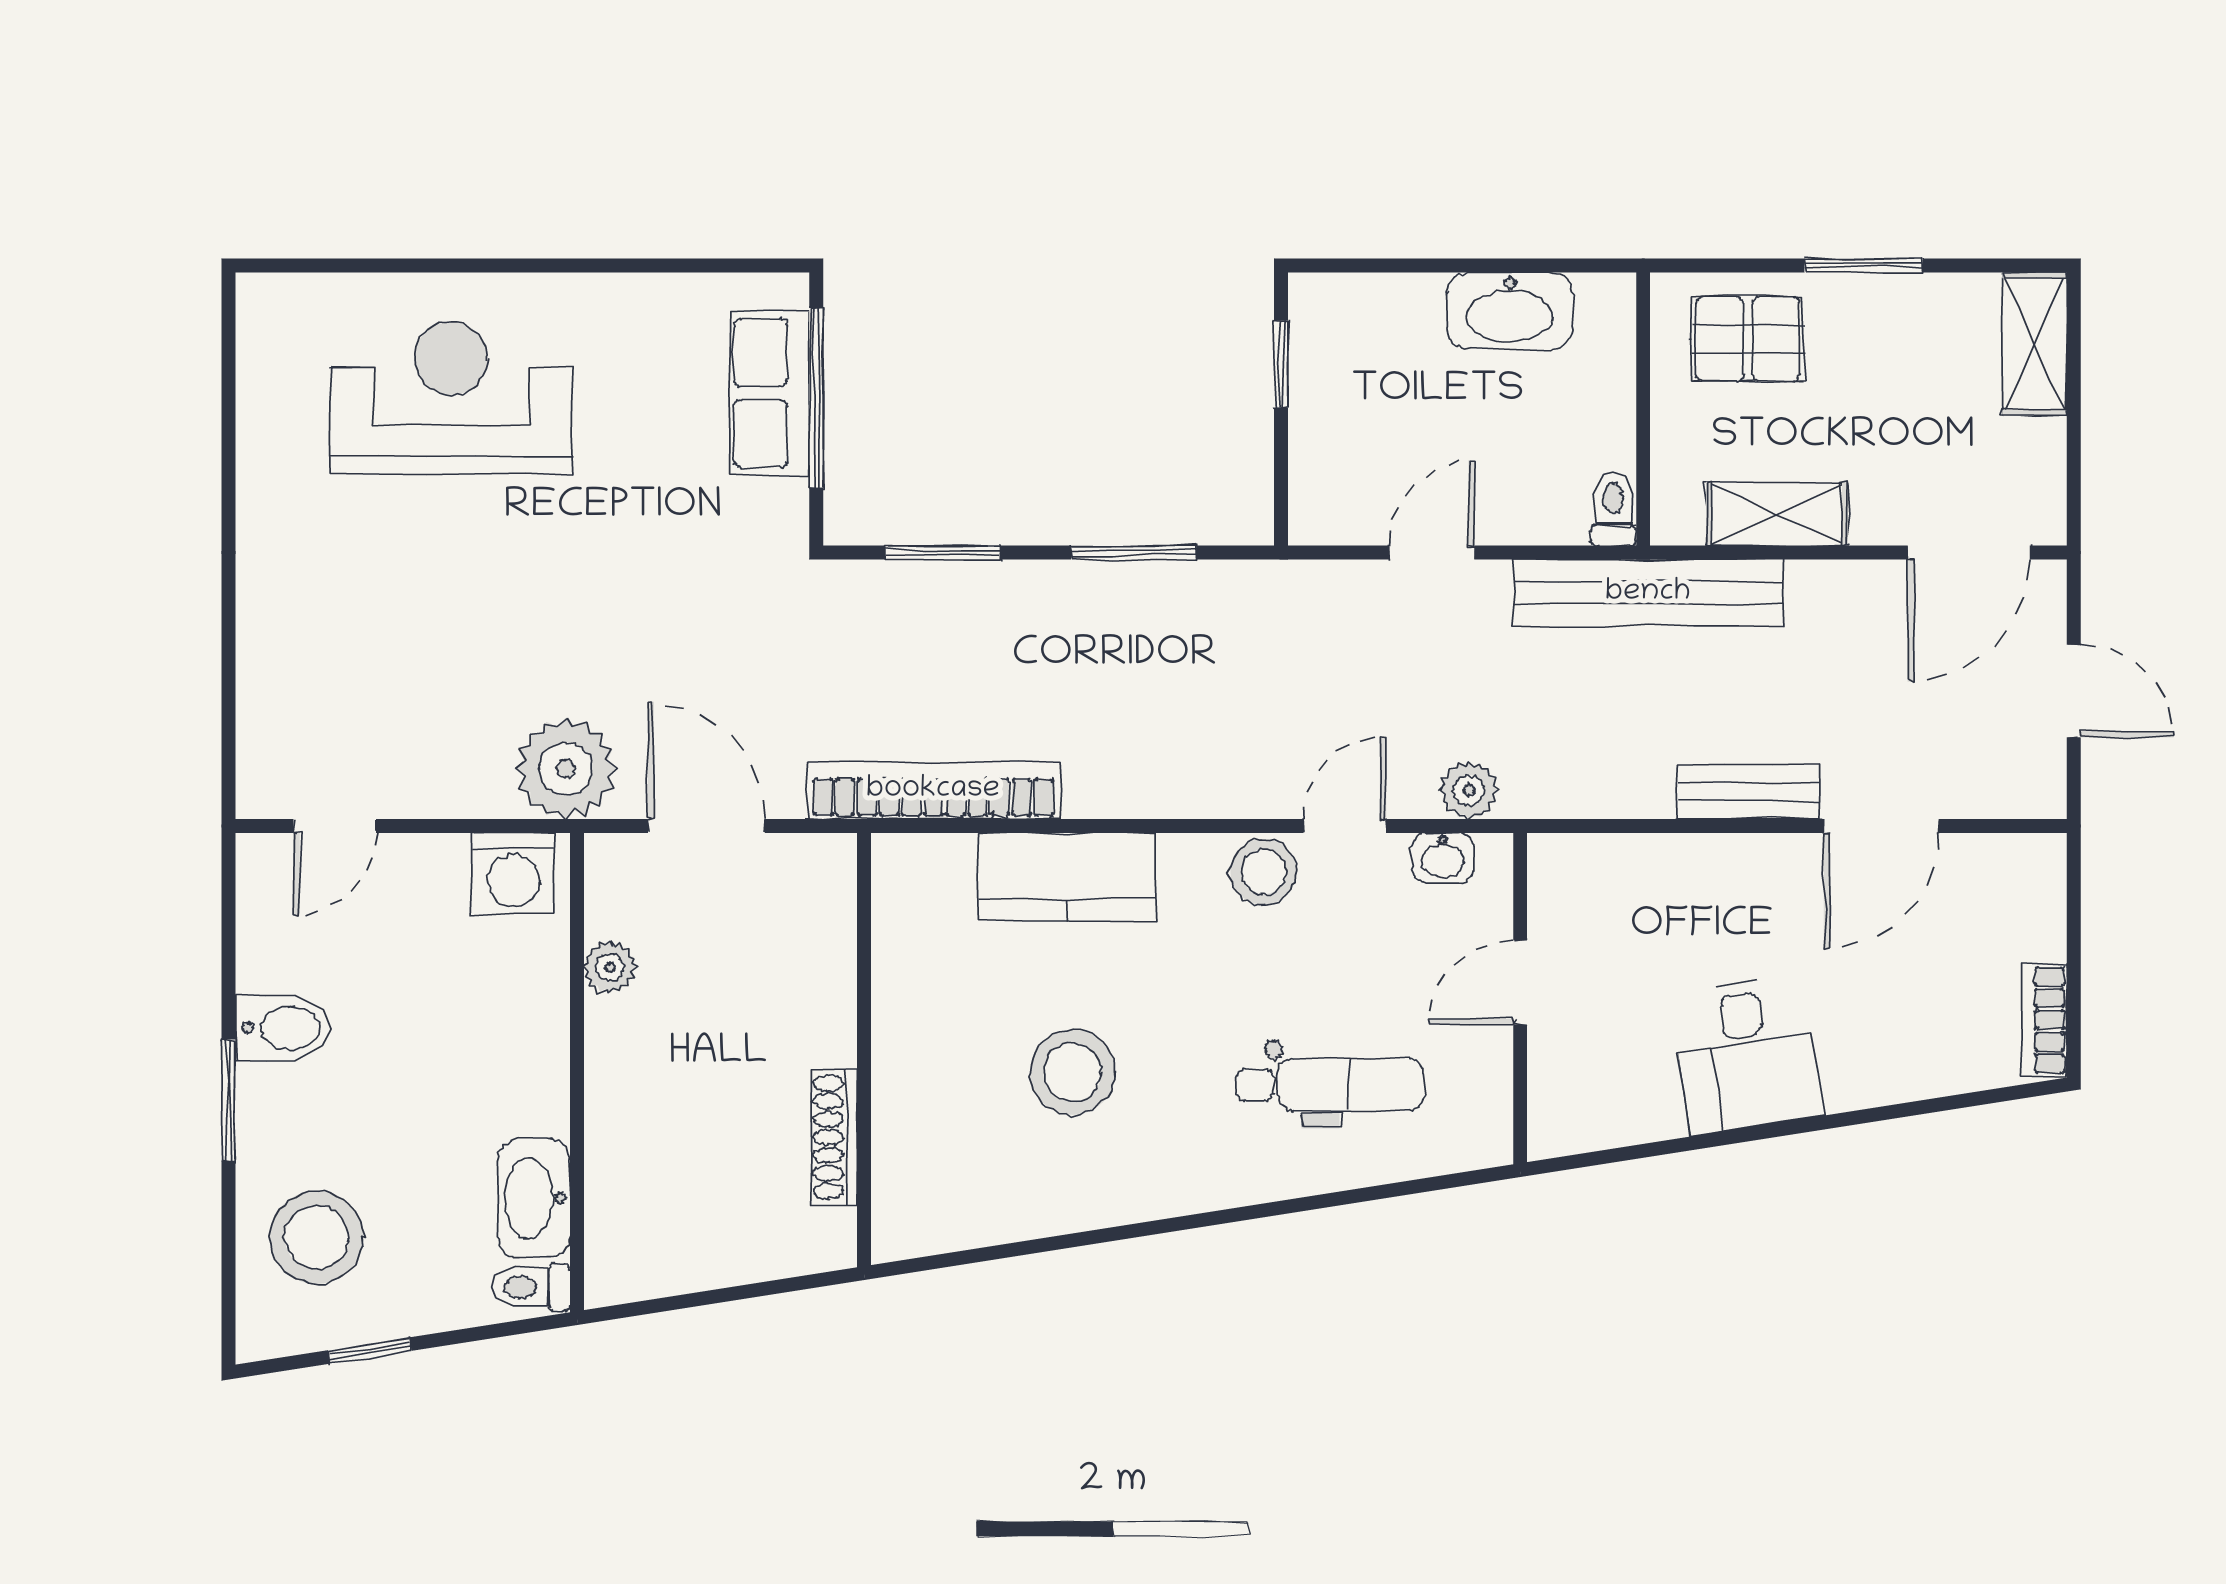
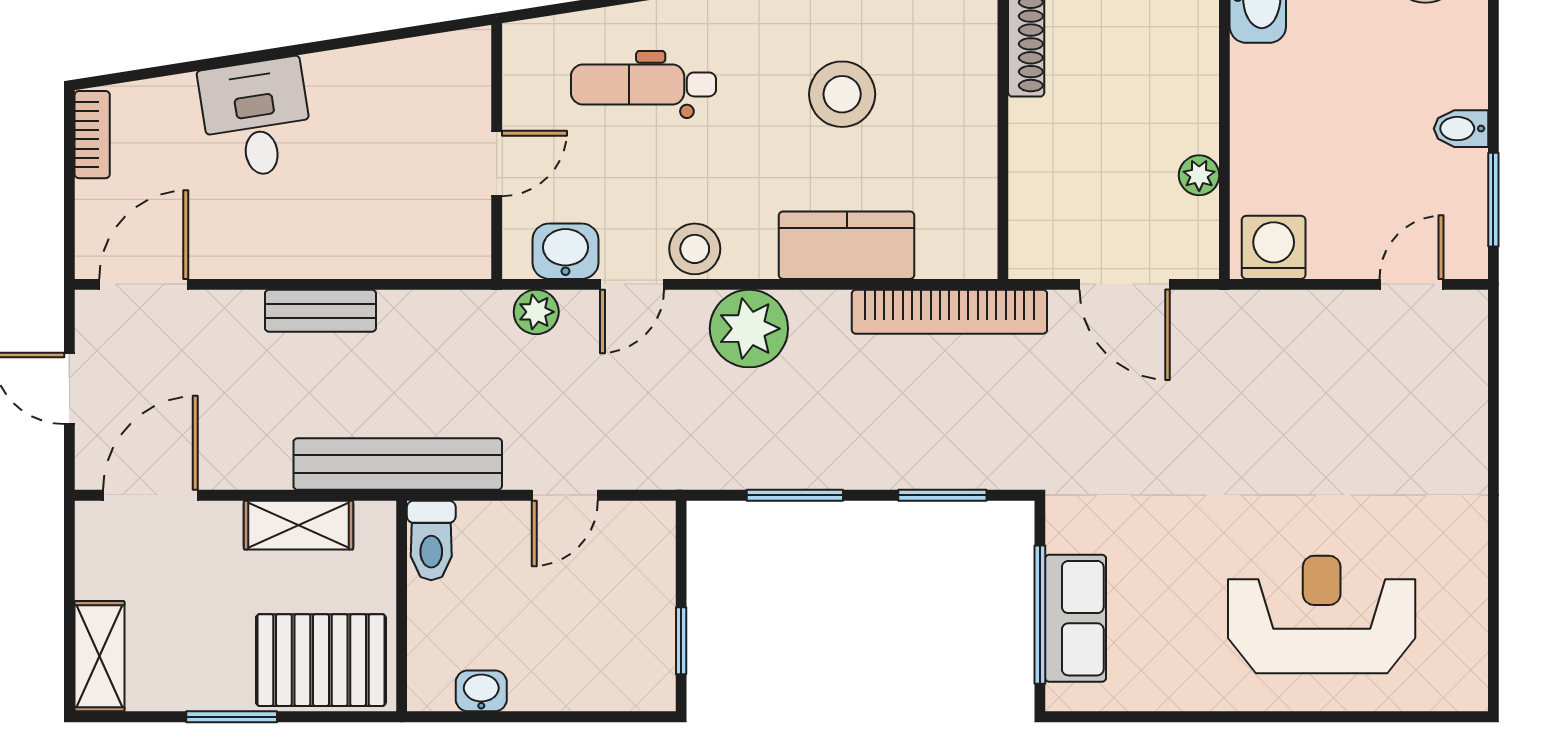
washbasin: (1510, 311) -> (481, 691), width x0.52, depth x0.69
pallet: (1748, 339) -> (321, 660), width x1.50, depth x1.42
reception desk: (451, 398) -> (1322, 614), turned 180
toilet: (1613, 508) -> (431, 540), width x1.37, depth x1.39
plant: (566, 769) -> (749, 329), moved
door: (1882, 826) -> (144, 284), moved
washbasin: (1443, 858) -> (565, 251), width x1.38, depth x1.45
bidet: (283, 1028) -> (1461, 129), width x0.72, depth x0.74
desk: (1747, 1054) -> (256, 118), moved
window: (228, 1100) -> (1493, 200), moved

